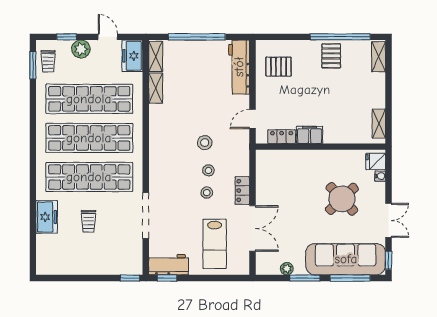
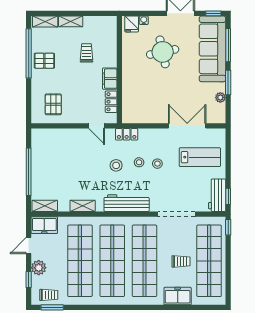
workbench: (239, 67) -> (127, 203), moved, turned 180
shelving: (156, 88) -> (83, 206), moved
trolley: (341, 107) -> (87, 53), added
shelving: (379, 124) -> (71, 21), moved
locker: (242, 191) -> (127, 134), moved
round table: (342, 199) -> (163, 52), turned 31
shop shelf: (89, 255) -> (209, 261), added

